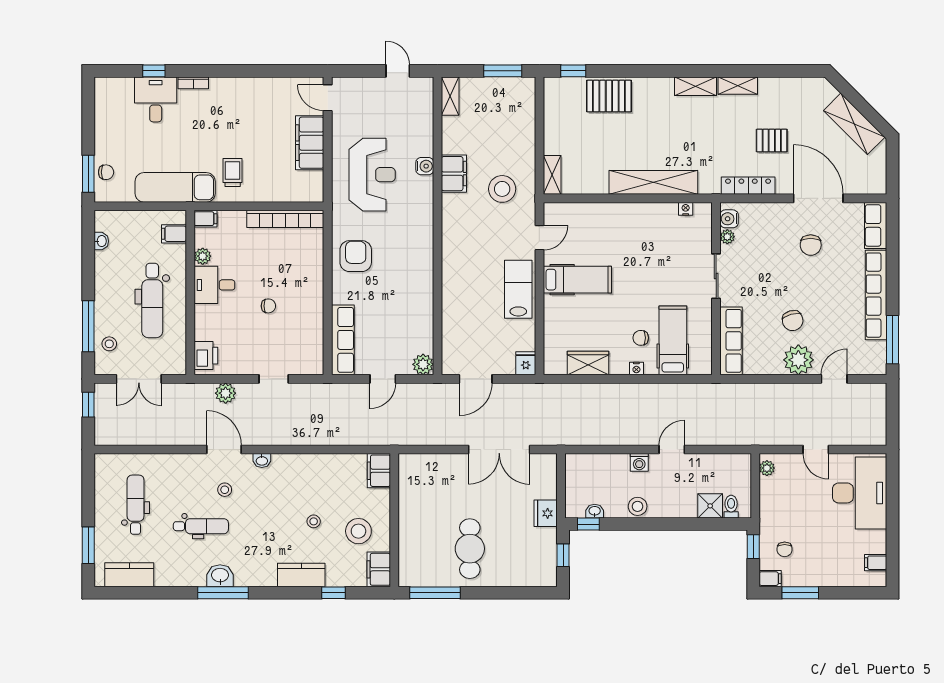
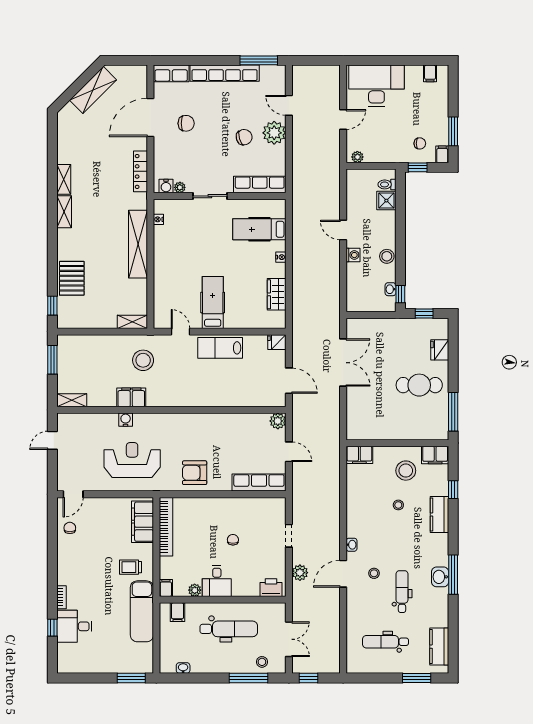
pallet: (772, 141) -> (106, 153), removed
filing cabinet: (310, 143) -> (143, 522), moved, turned 90
chair: (106, 172) -> (70, 528), moved
chair: (641, 338) -> (257, 254), removed
fridge: (546, 513) -> (440, 350), moved, turned 90

